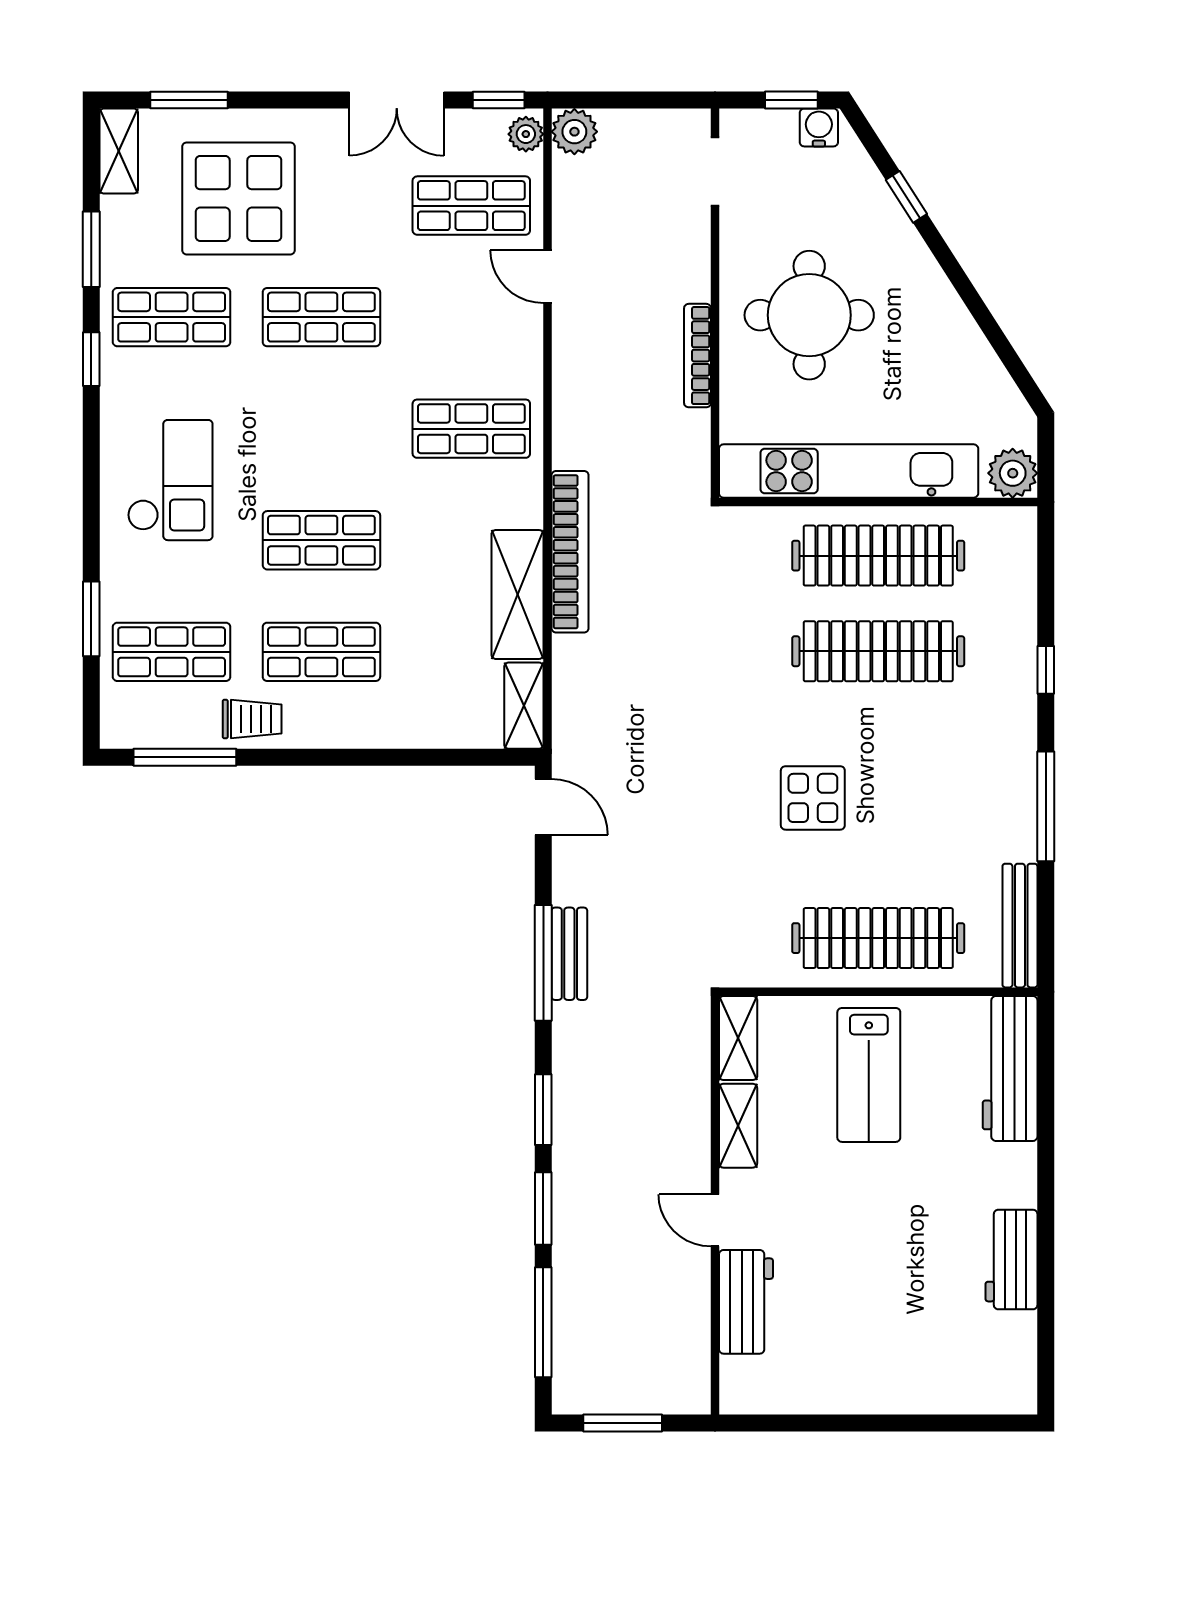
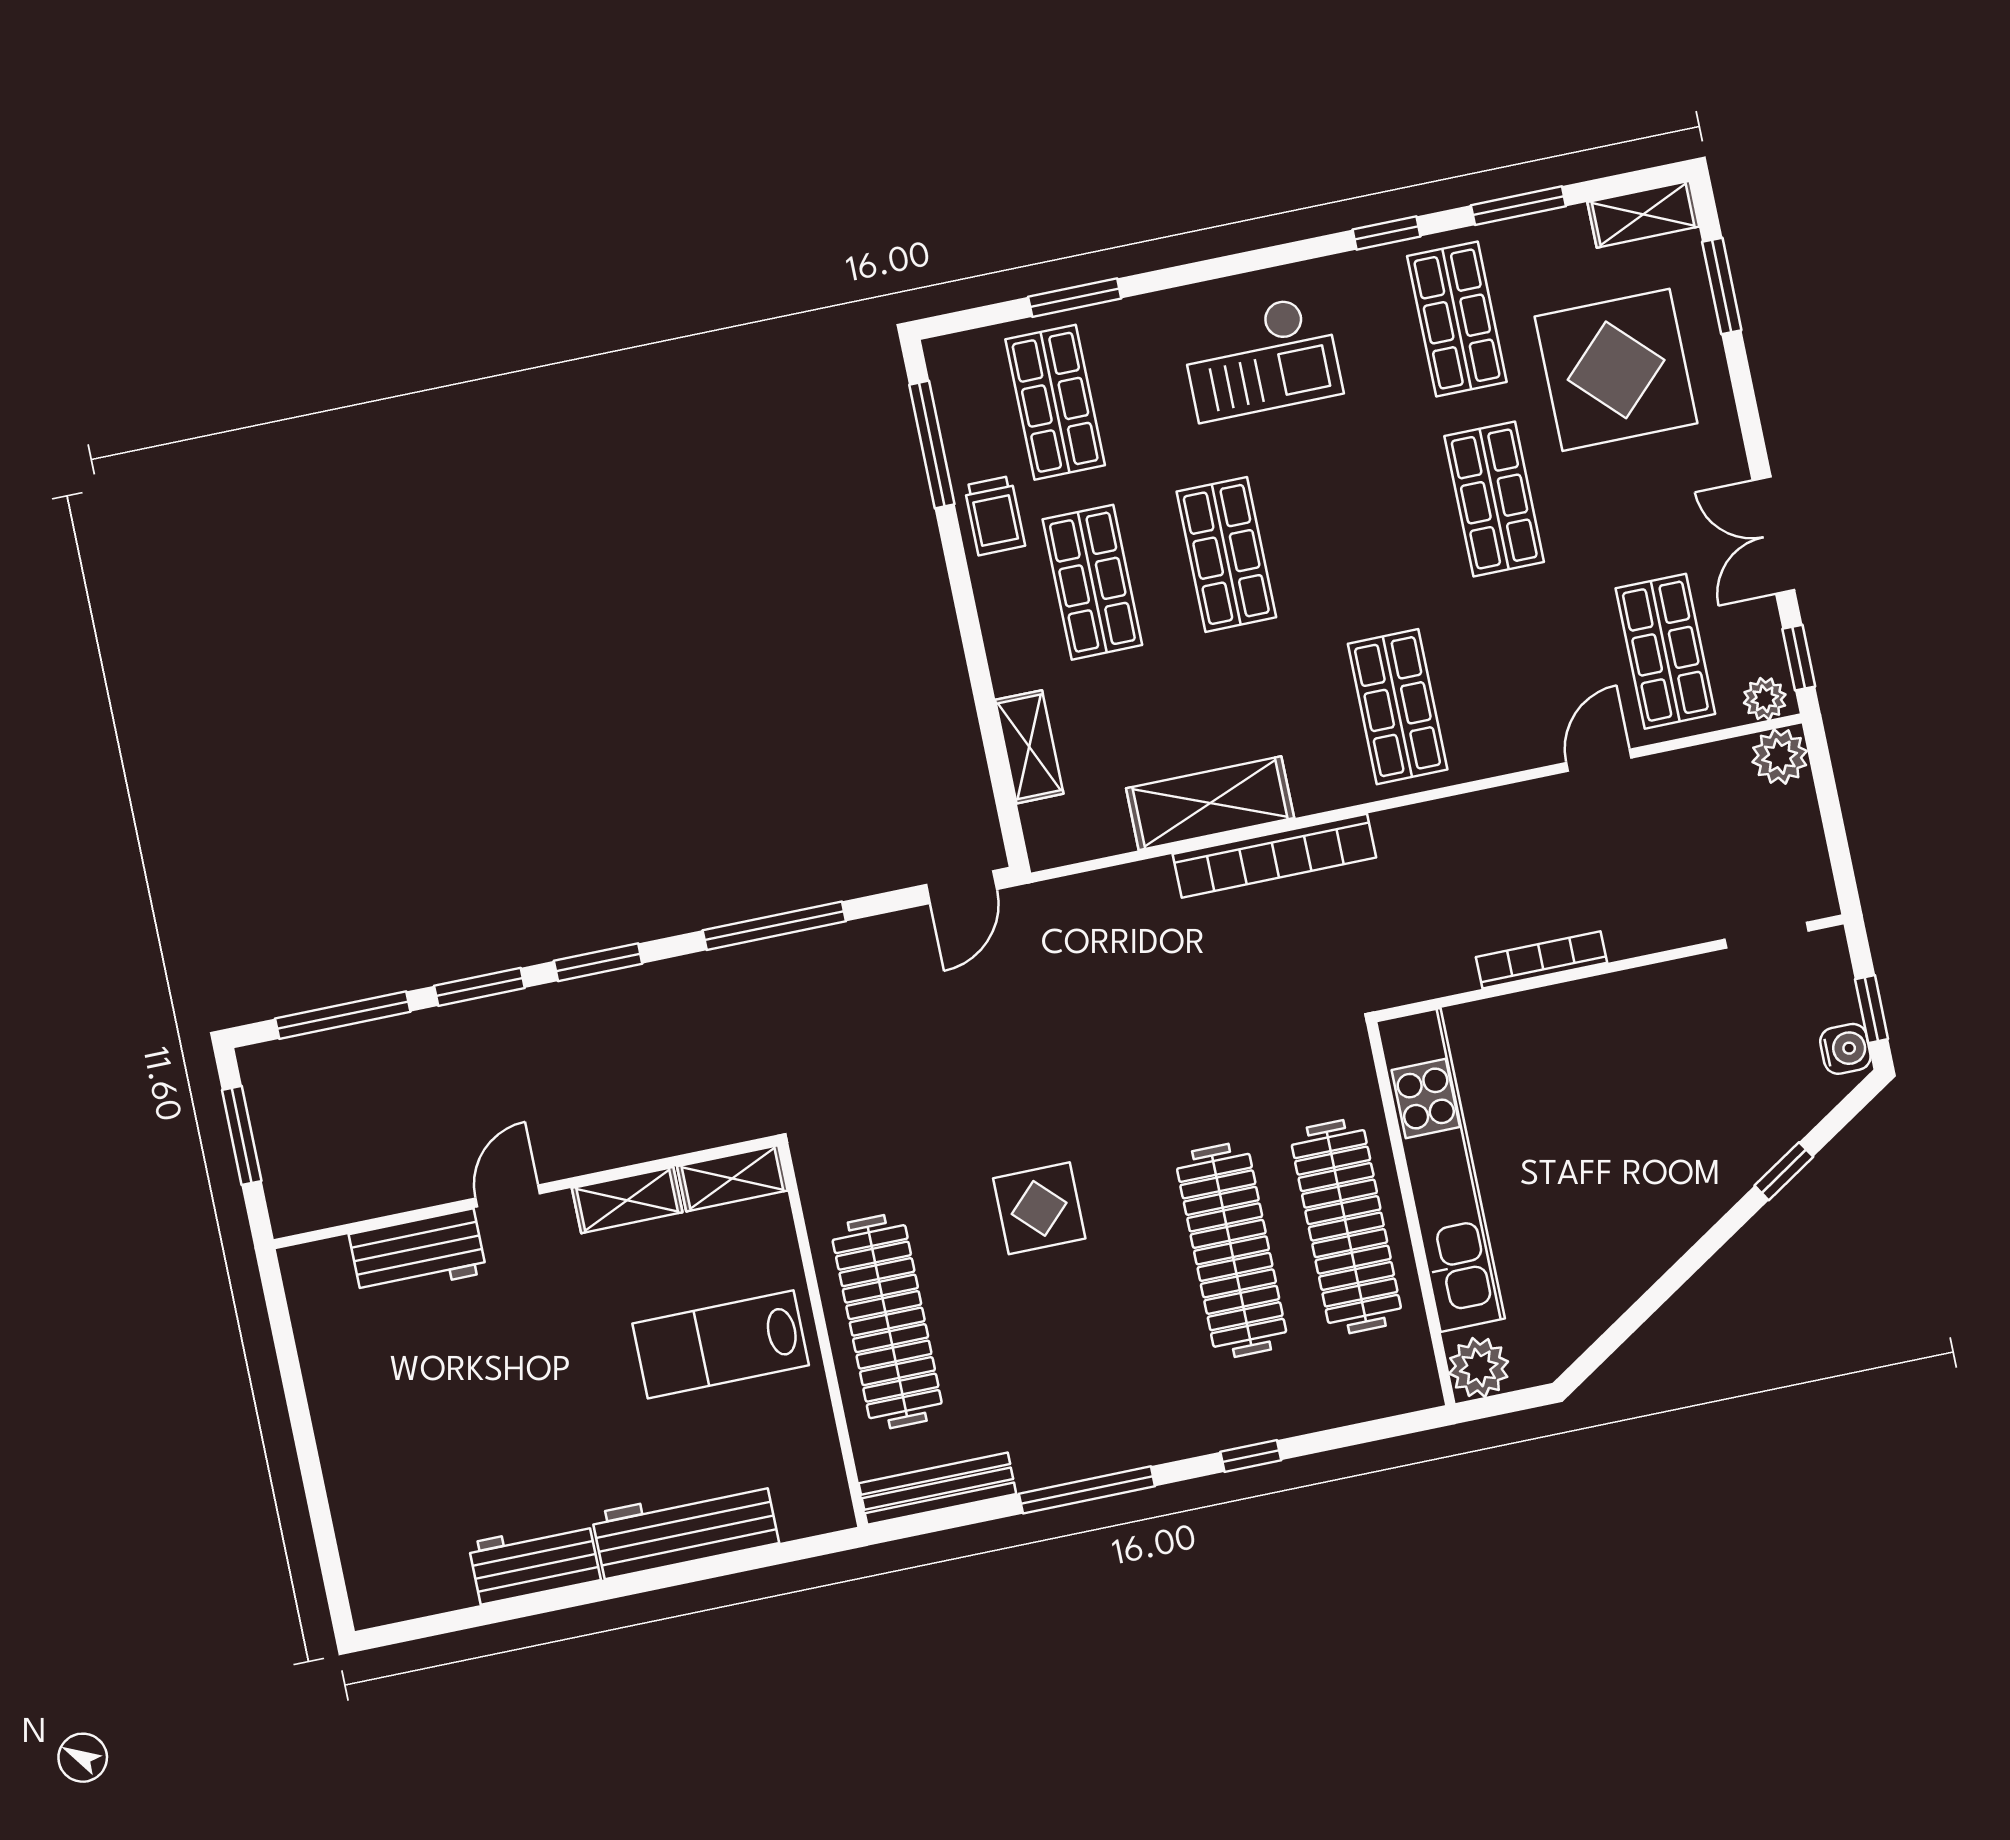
round table: (809, 315) -> (1618, 1084), removed
shelving: (524, 706) -> (1029, 747), moved, turned 90
bench: (569, 954) -> (792, 955), removed
workbench: (1010, 1068) -> (685, 1528), moved

